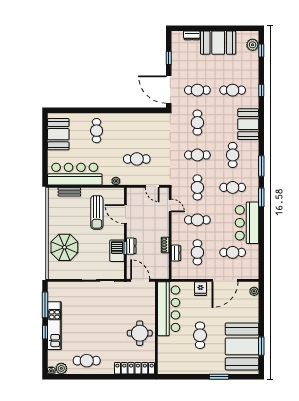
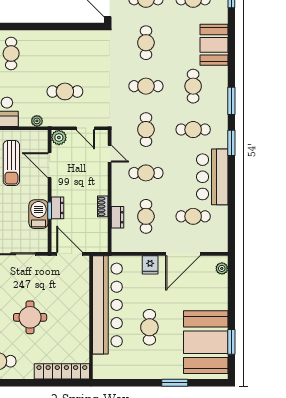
plant: (132, 193) -> (59, 137), added
bar counter: (169, 309) -> (107, 305), width x1.36
round table: (140, 333) -> (30, 317), moved

